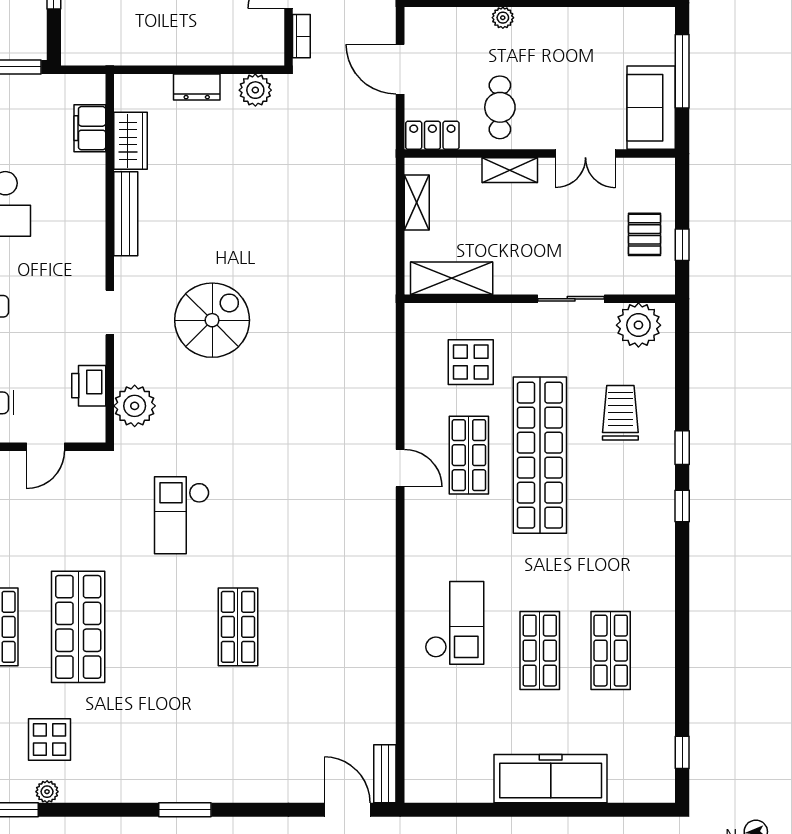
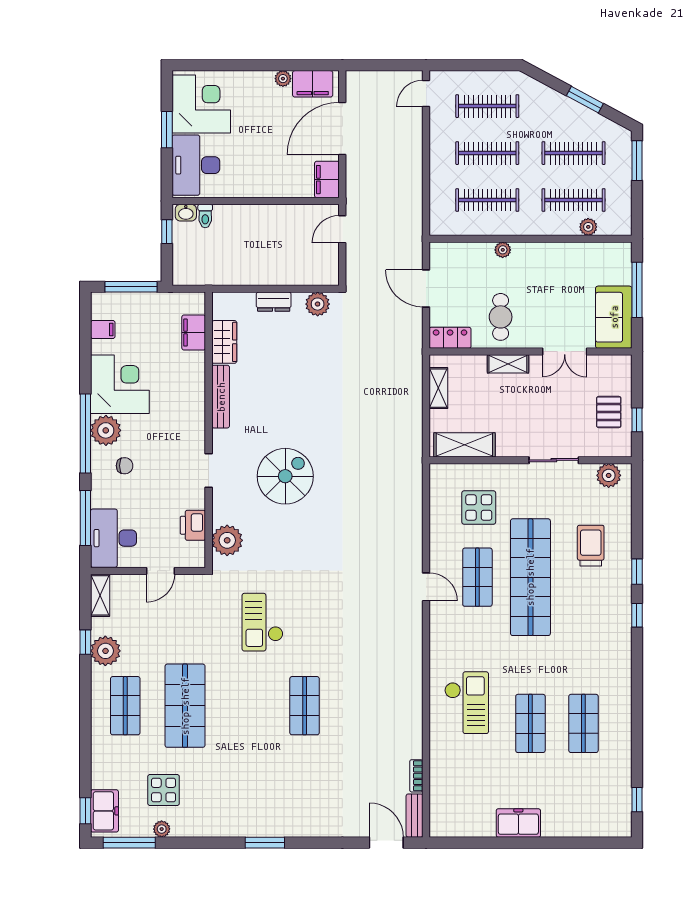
bookcase: (301, 36) -> (416, 776), moved, turned 180
plant: (638, 325) -> (609, 475), width x0.73, depth x0.73
freezer: (551, 779) -> (518, 823), width x0.52, depth x0.79

